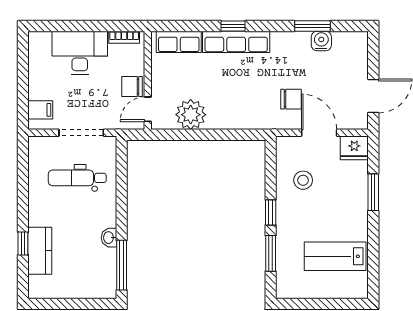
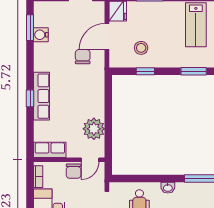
window: (313, 26) -> (30, 28), moved
row of seats: (179, 42) -> (50, 150), moved, turned -90
door: (148, 109) -> (90, 160), hinge flipped
window: (271, 212) -> (145, 71), moved
washbasin: (109, 238) -> (168, 188), moved

